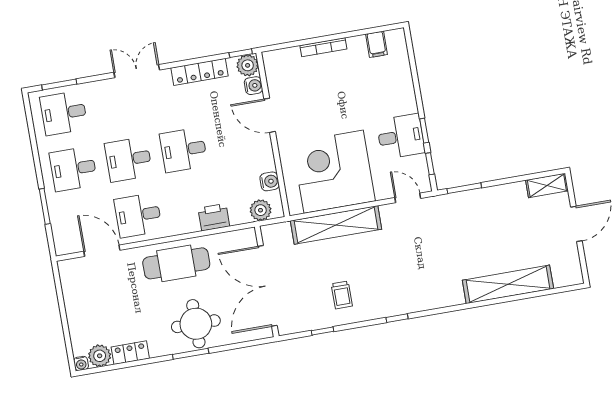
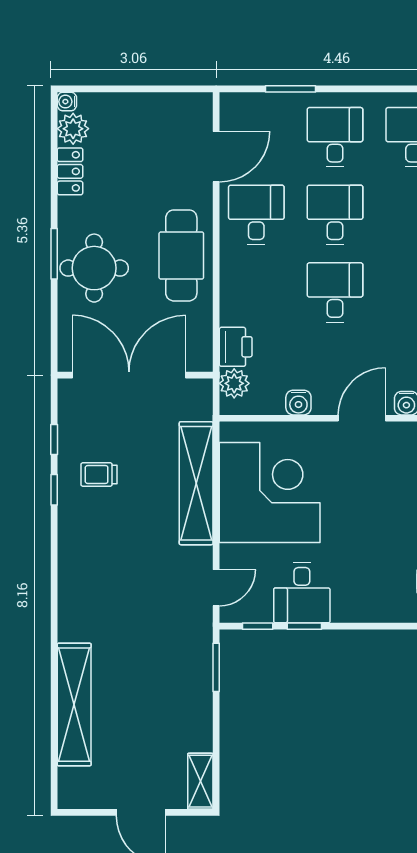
water cooler: (270, 181) -> (298, 403), moved
printer: (214, 217) -> (236, 347), moved
window: (397, 318) -> (54, 490), moved

